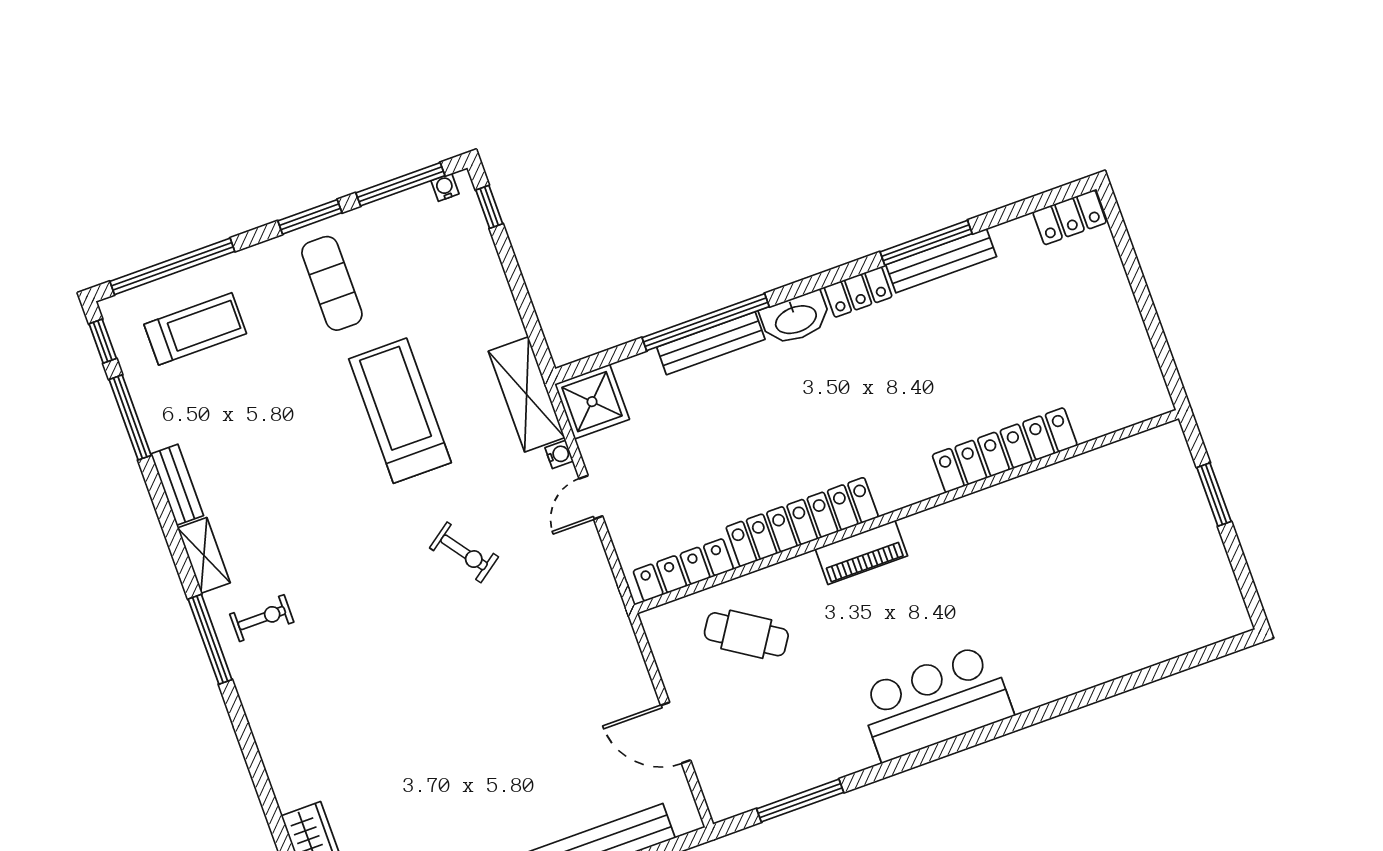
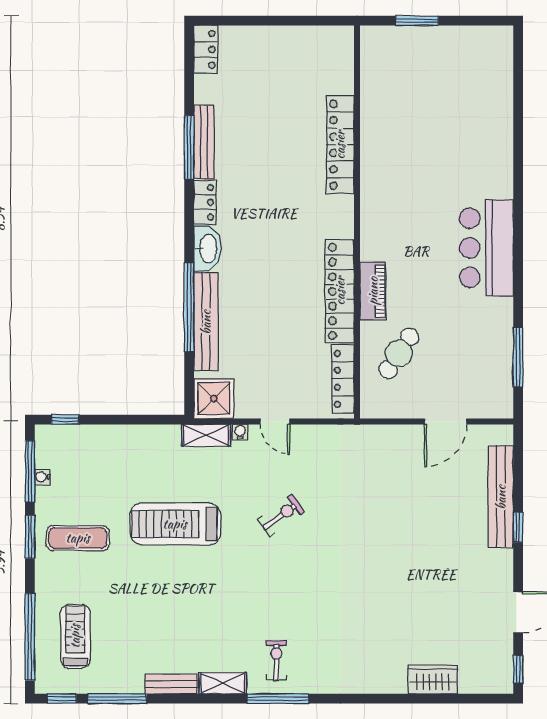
water cooler: (445, 187) -> (42, 477), moved
bench: (711, 343) -> (206, 322), width x1.37, depth x1.21
shelving: (527, 394) -> (206, 435), width x0.67, depth x0.75
piano: (861, 552) -> (373, 291), moved

